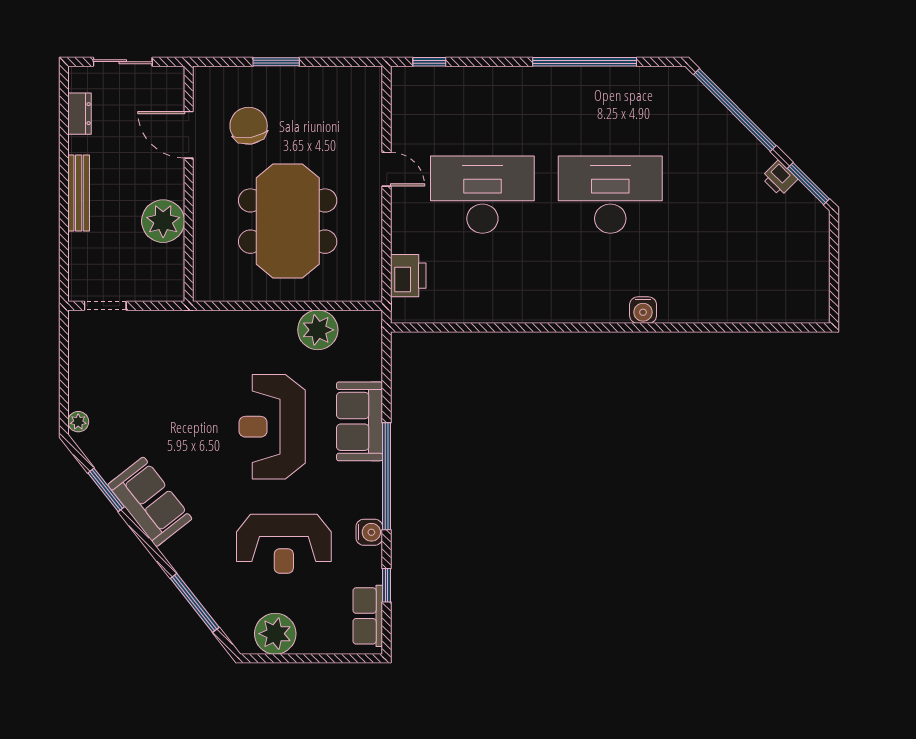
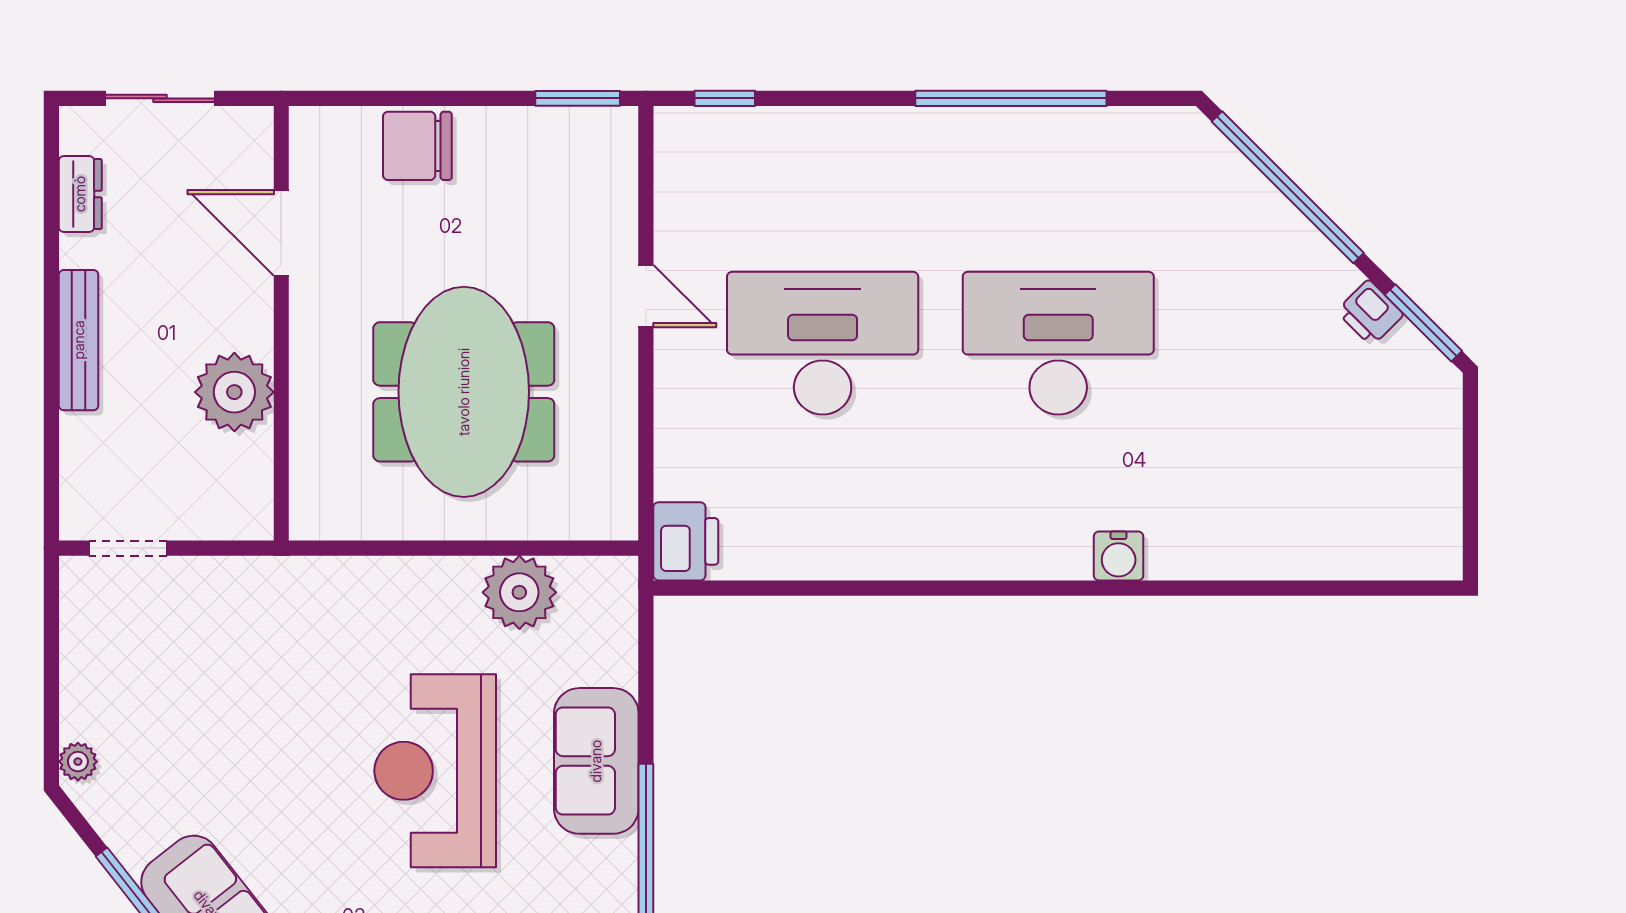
window: (276, 62) -> (578, 98), moved
chair: (249, 126) -> (417, 146), moved, turned -81
printer: (408, 276) -> (686, 541), moved

